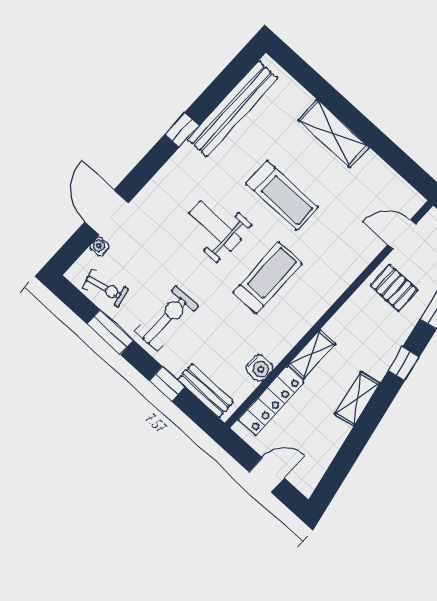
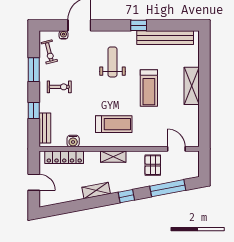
weight bench: (215, 226) -> (113, 62), moved
treadmill: (268, 278) -> (114, 124), moved
exercise bike: (167, 318) -> (59, 87), width x0.73, depth x0.72
shelving: (312, 354) -> (113, 157), moved

